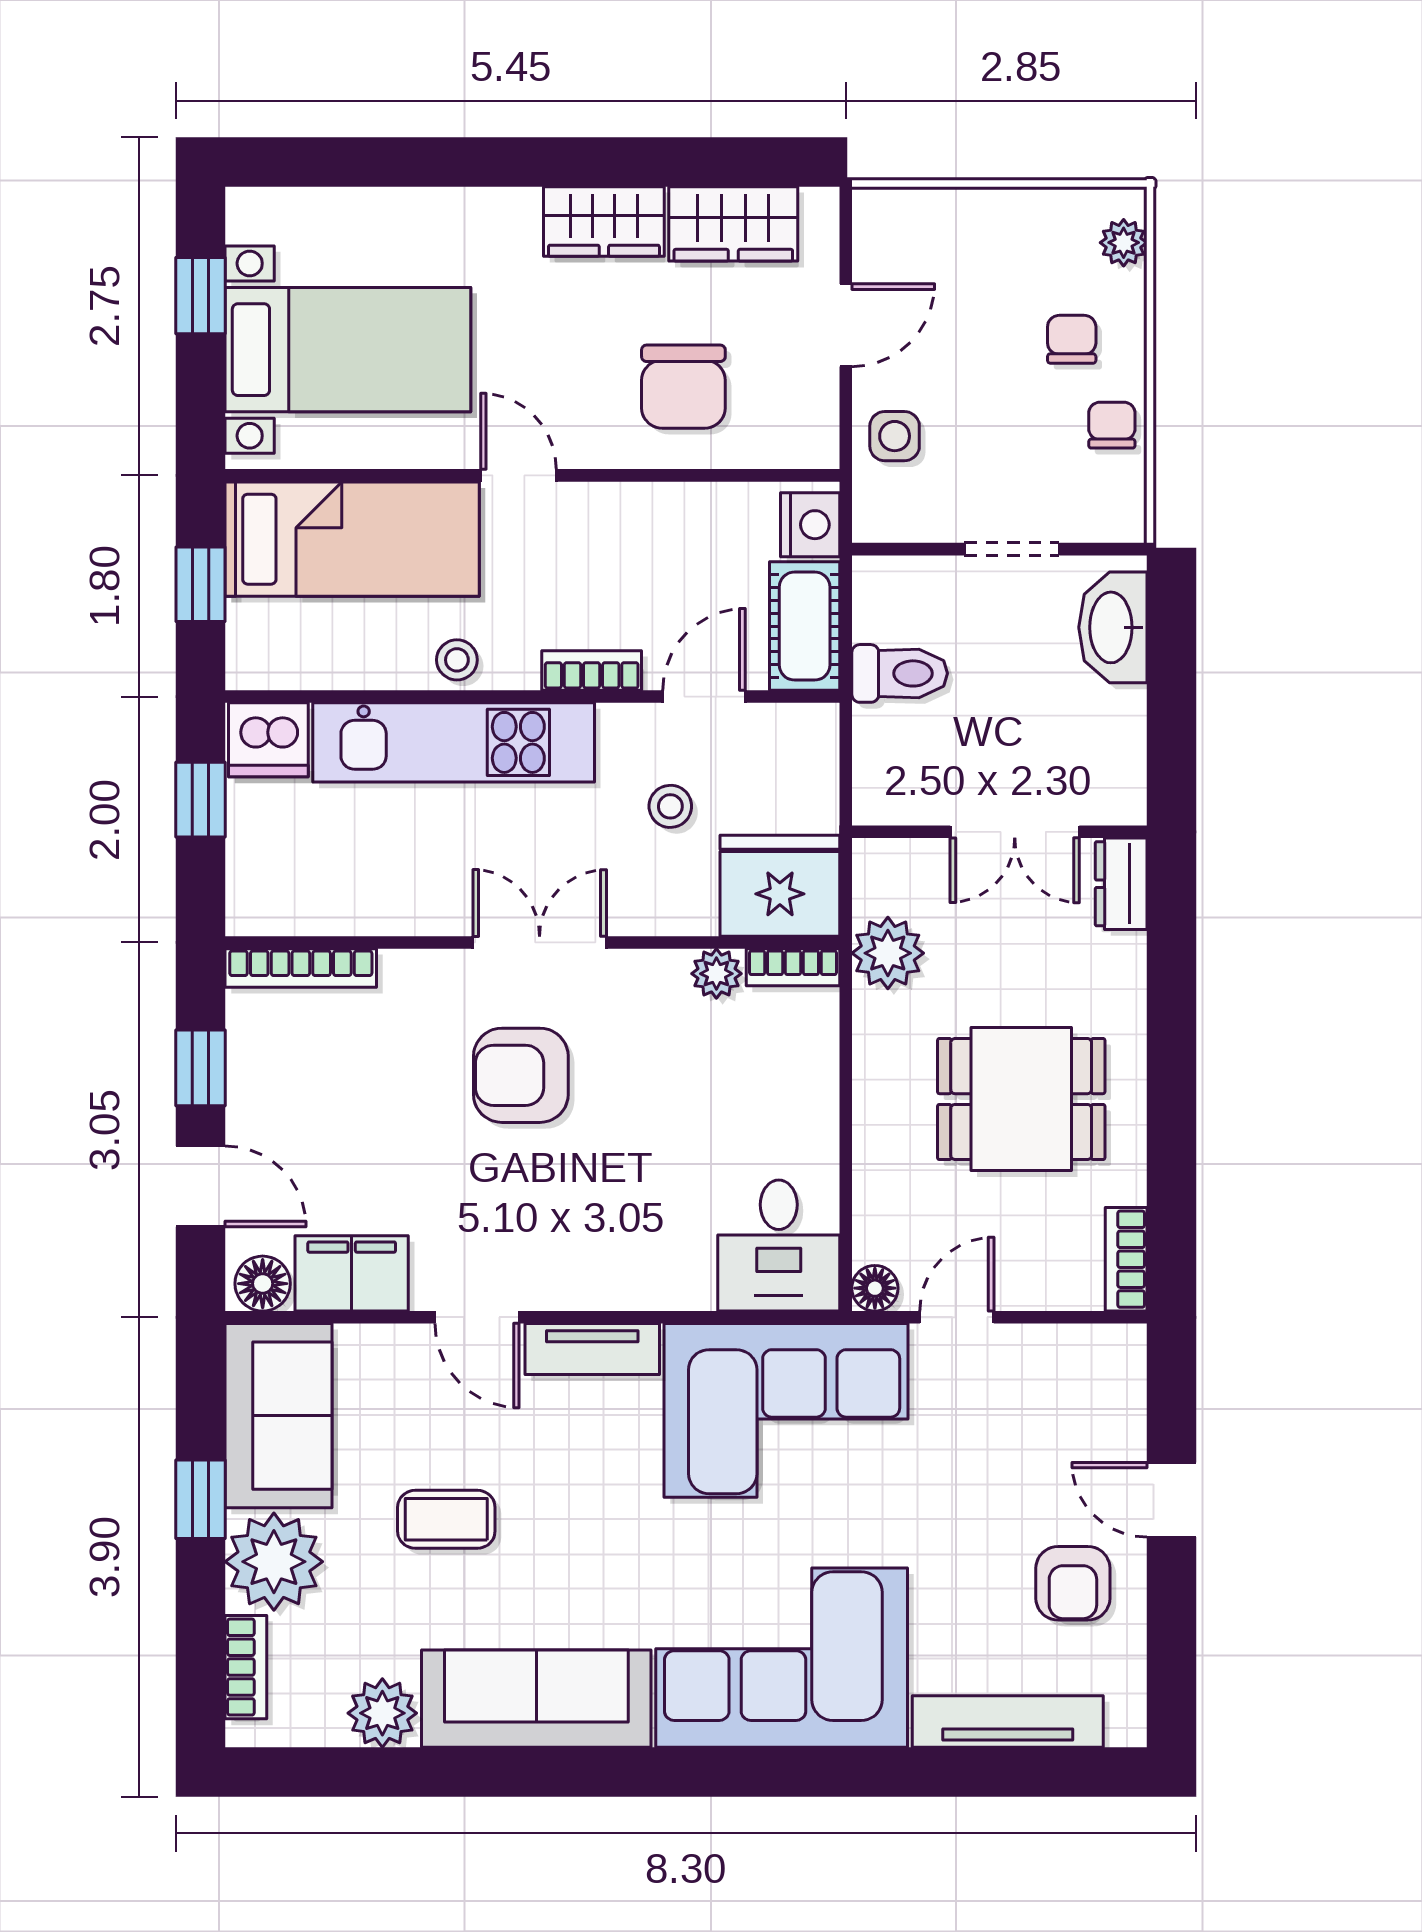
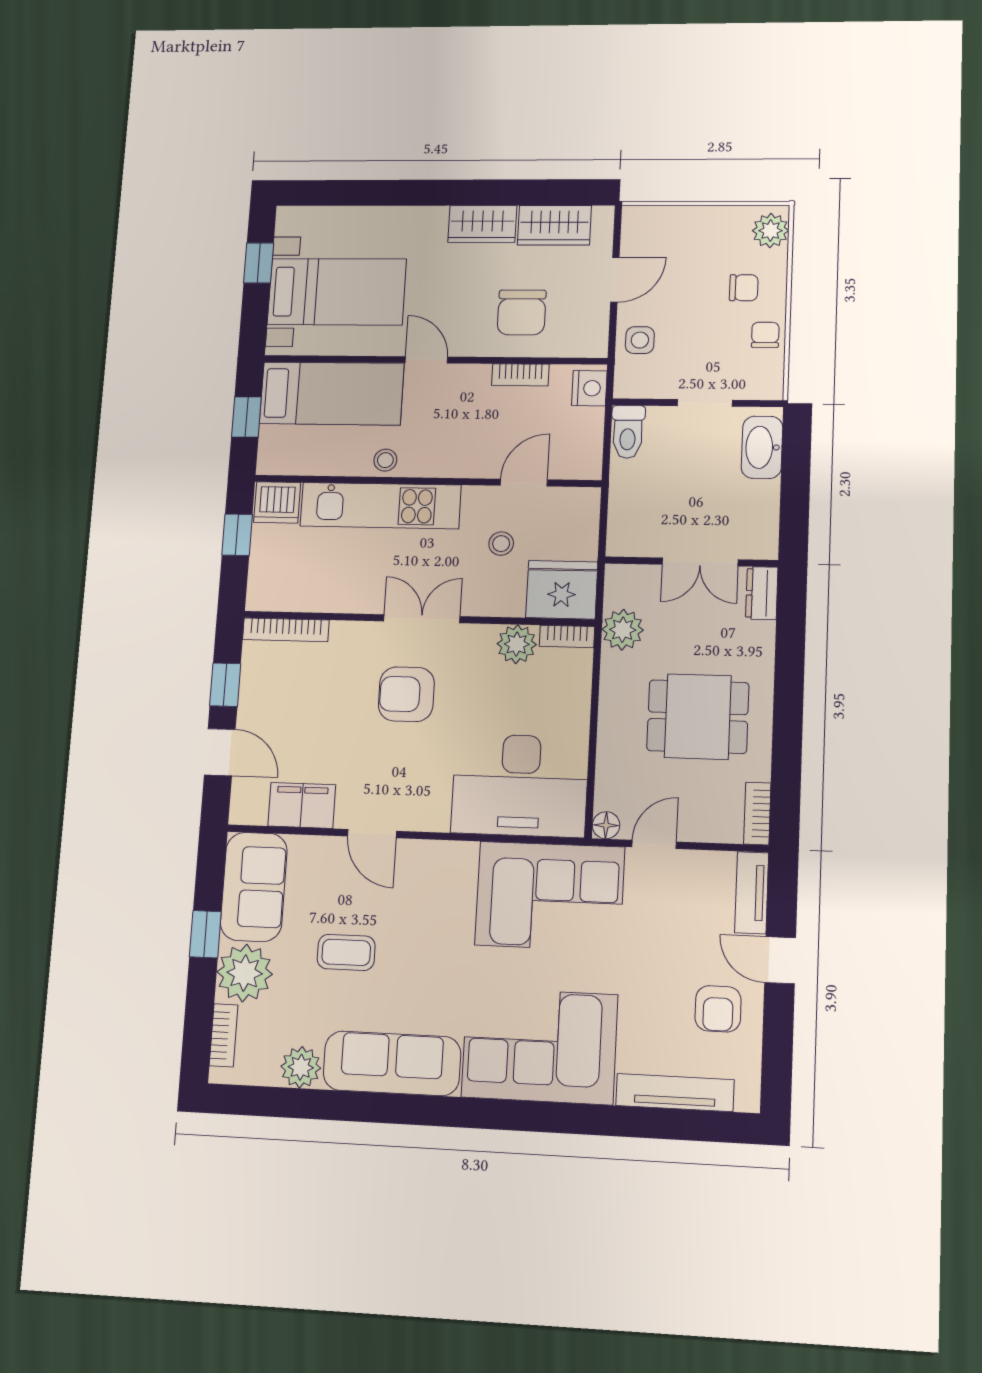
plant: (1124, 243) -> (770, 231), width x1.38, depth x1.38
chair: (1072, 339) -> (744, 288), turned 90
cot: (805, 626) -> (583, 444), removed
bookcase: (592, 671) -> (520, 375), moved, turned 180
toilet: (900, 673) -> (628, 432), moved, turned 90
plant: (716, 974) -> (517, 644), width x1.38, depth x1.38
desk: (779, 1245) -> (520, 785), width x1.87, depth x1.30
floor lamp: (263, 1284) -> (251, 809), removed
tv unit: (592, 1349) -> (752, 893), moved, turned 90

